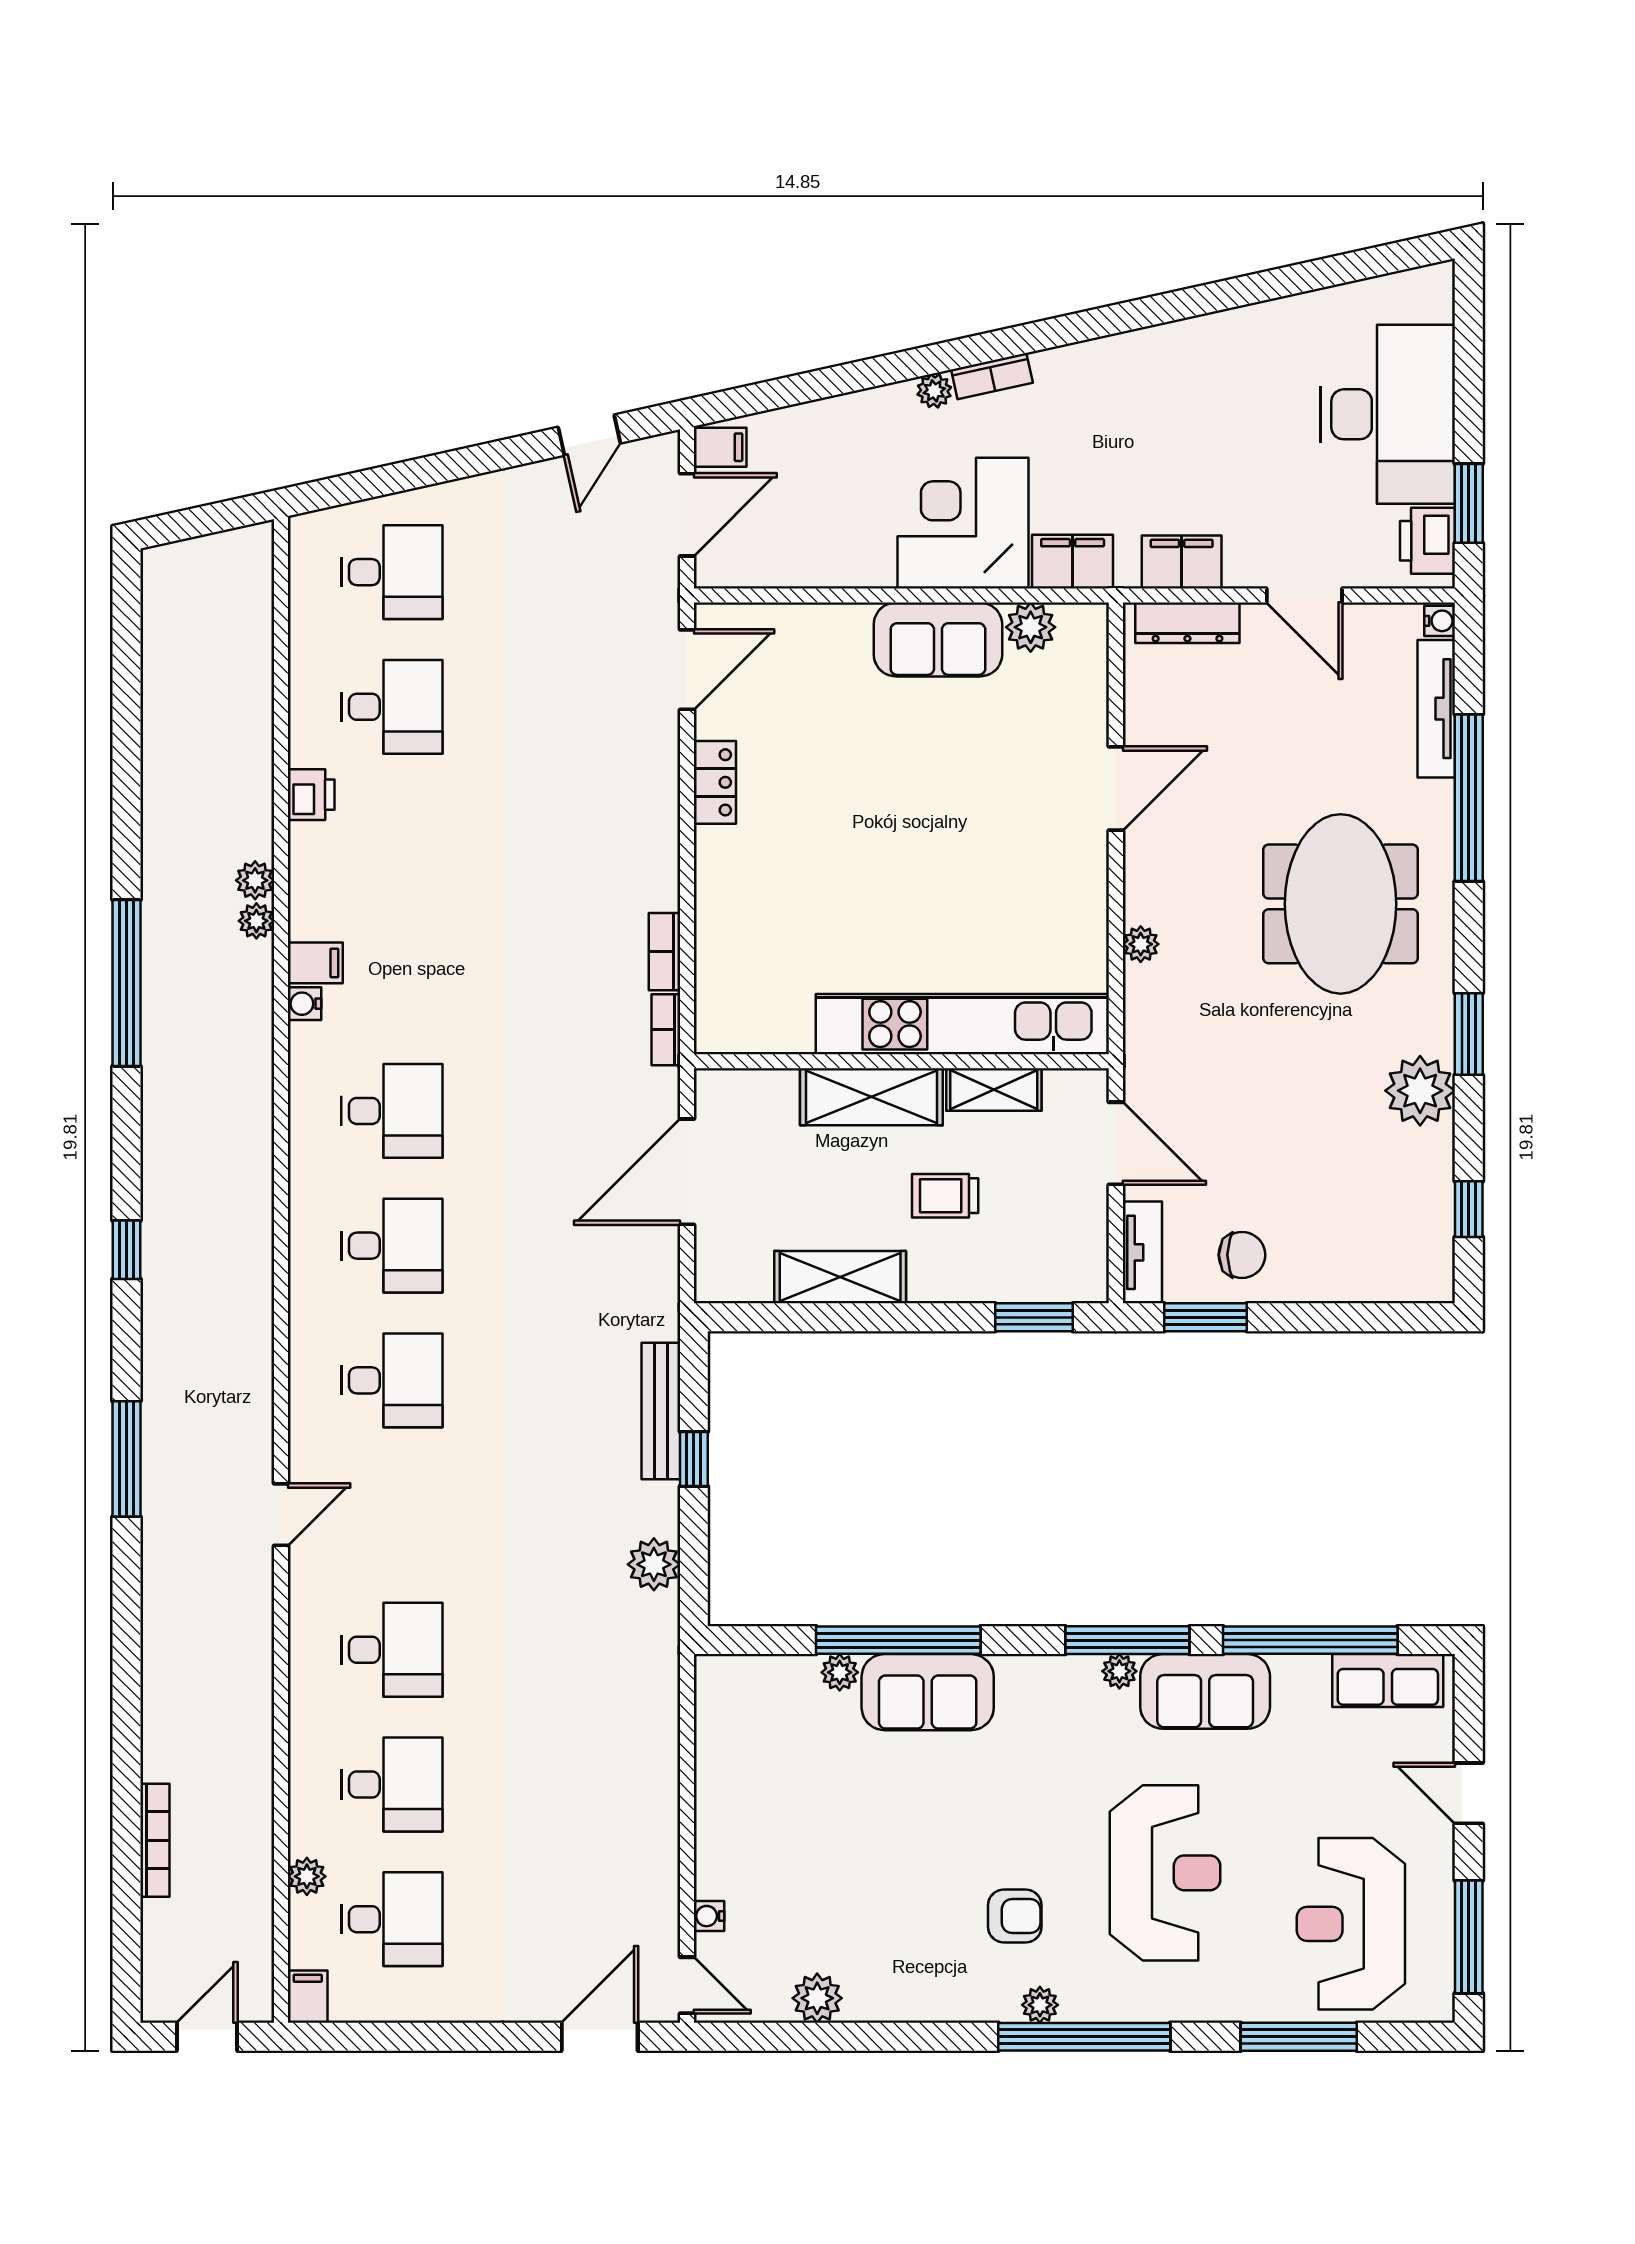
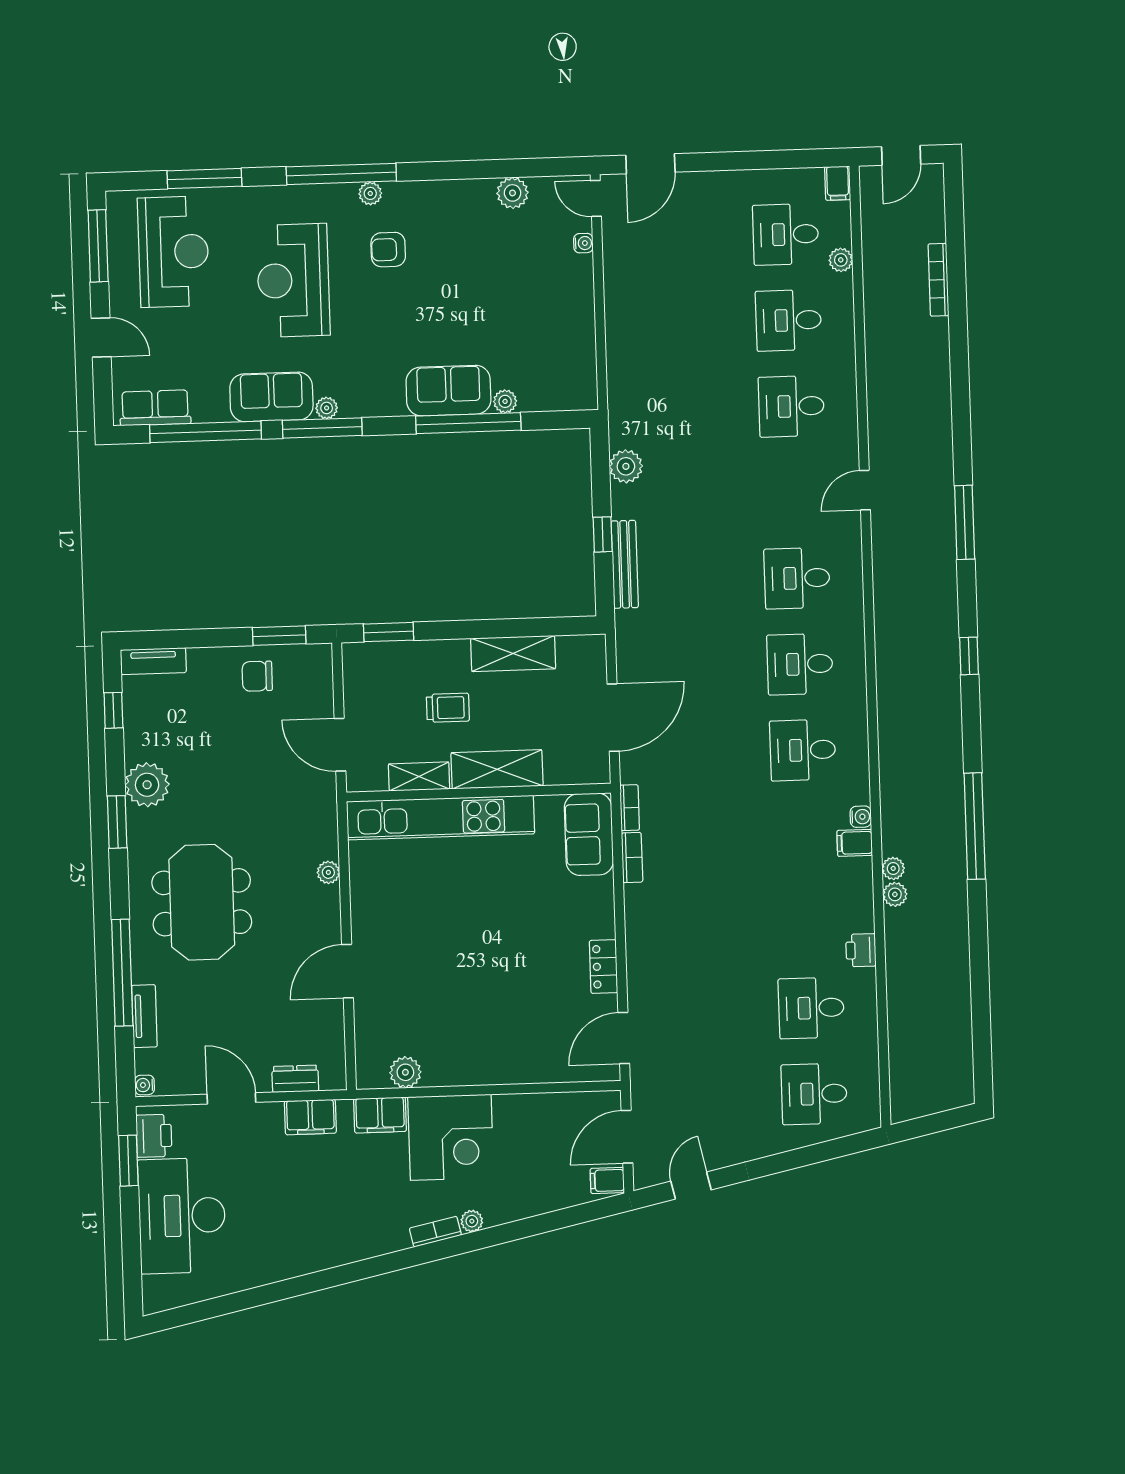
dresser: (1187, 623) -> (295, 1079), width x0.70
sofa: (938, 639) -> (589, 834), moved, turned -90
tv unit: (1436, 709) -> (144, 1016), width x0.71
tv unit: (1142, 1252) -> (153, 661), moved, turned -90

